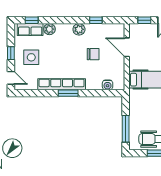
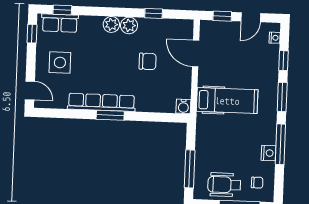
plant: (49, 29) -> (111, 24), moved
window: (11, 53) -> (32, 34), moved
water cooler: (108, 85) -> (183, 106), moved

